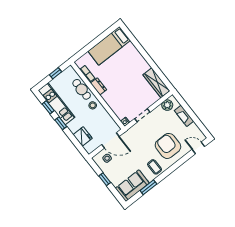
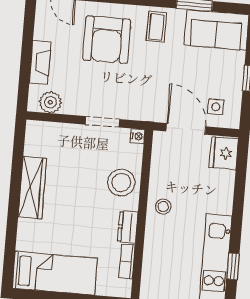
wardrobe: (156, 83) -> (32, 188), moved
cafe table: (82, 89) -> (157, 246), removed
stool: (116, 100) -> (121, 183), added
window: (61, 123) -> (237, 225), removed
fridge: (83, 136) -> (224, 153), moved

